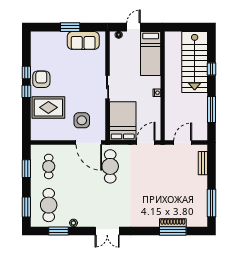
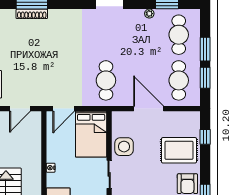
window: (26, 91) -> (205, 137), moved
side table: (82, 120) -> (124, 147), moved
door: (89, 143) -> (149, 109), moved
cafe table: (49, 166) -> (179, 80), width x1.37, depth x1.35
window: (26, 207) -> (205, 49), moved

